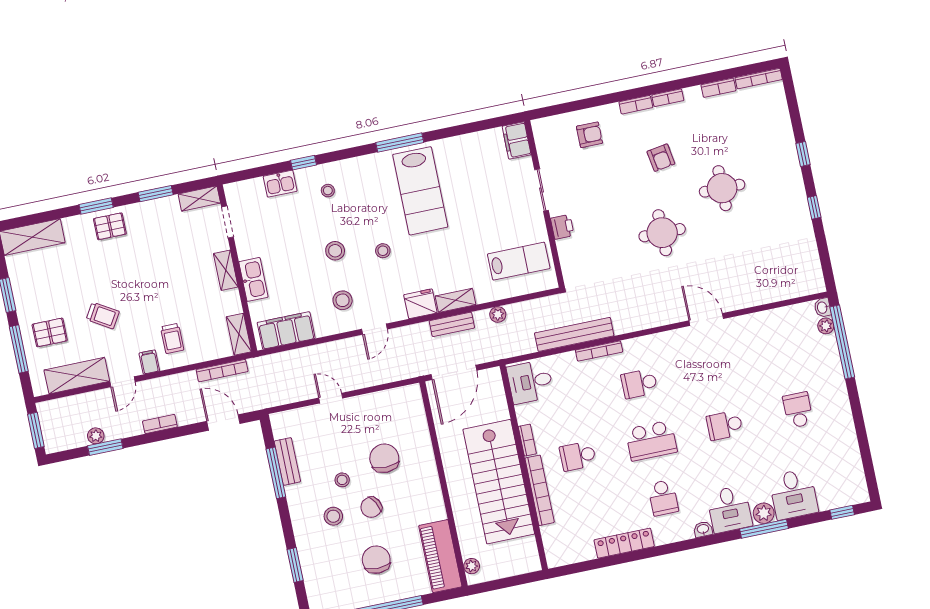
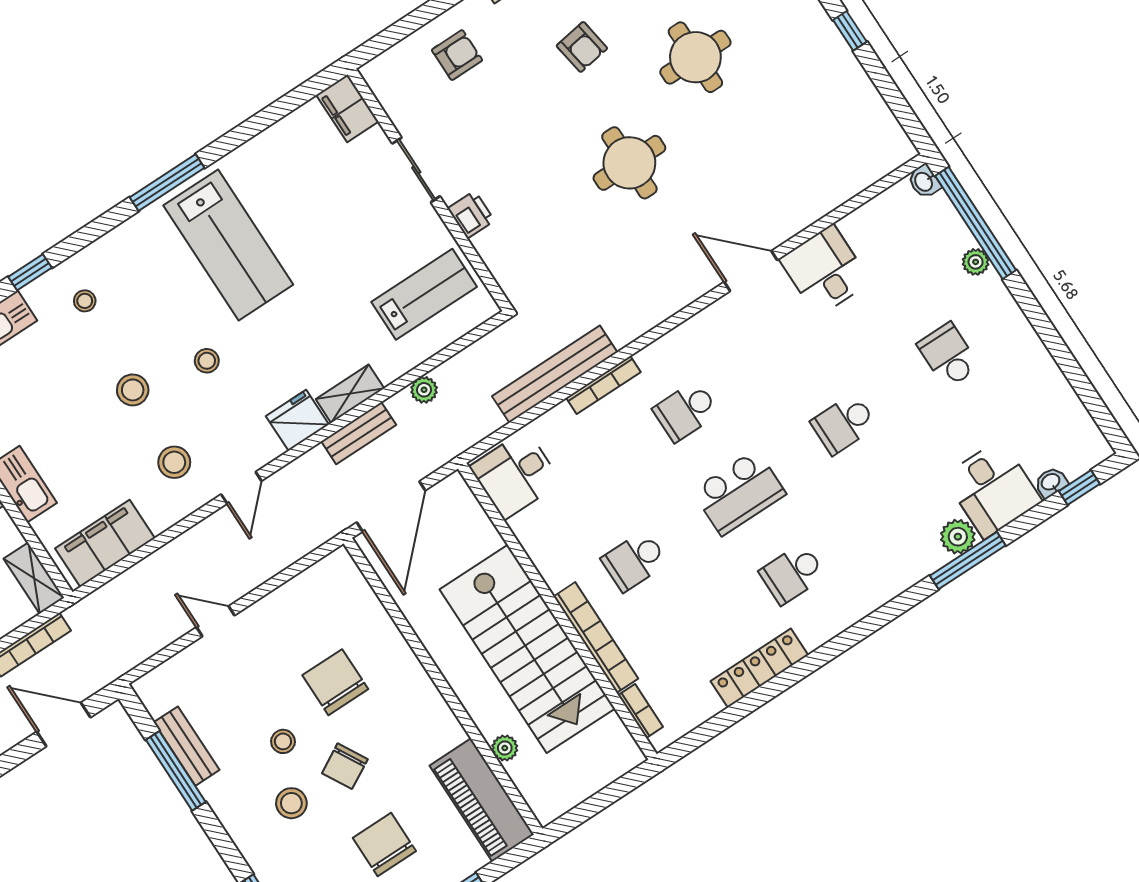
plant: (826, 326) -> (976, 262), moved
bookcase: (527, 440) -> (641, 711), moved
school desk: (663, 498) -> (792, 574), turned 90
desk: (729, 509) -> (825, 271), moved, turned 180
washbasin: (703, 529) -> (1051, 482), moved
plant: (472, 566) -> (505, 748), moved

